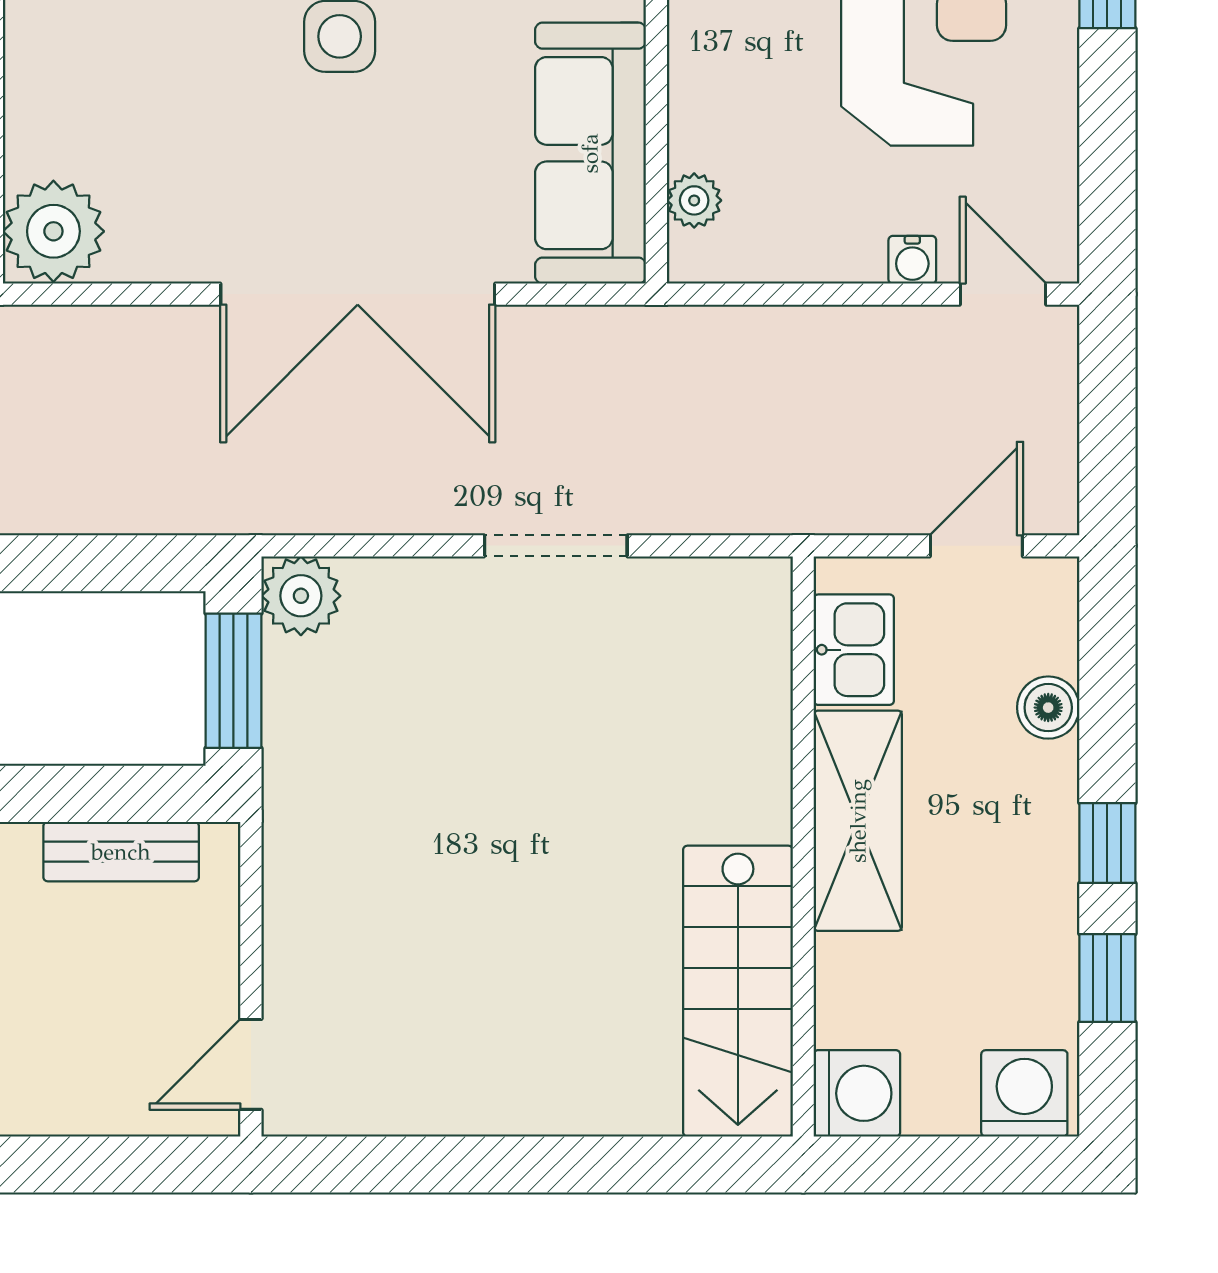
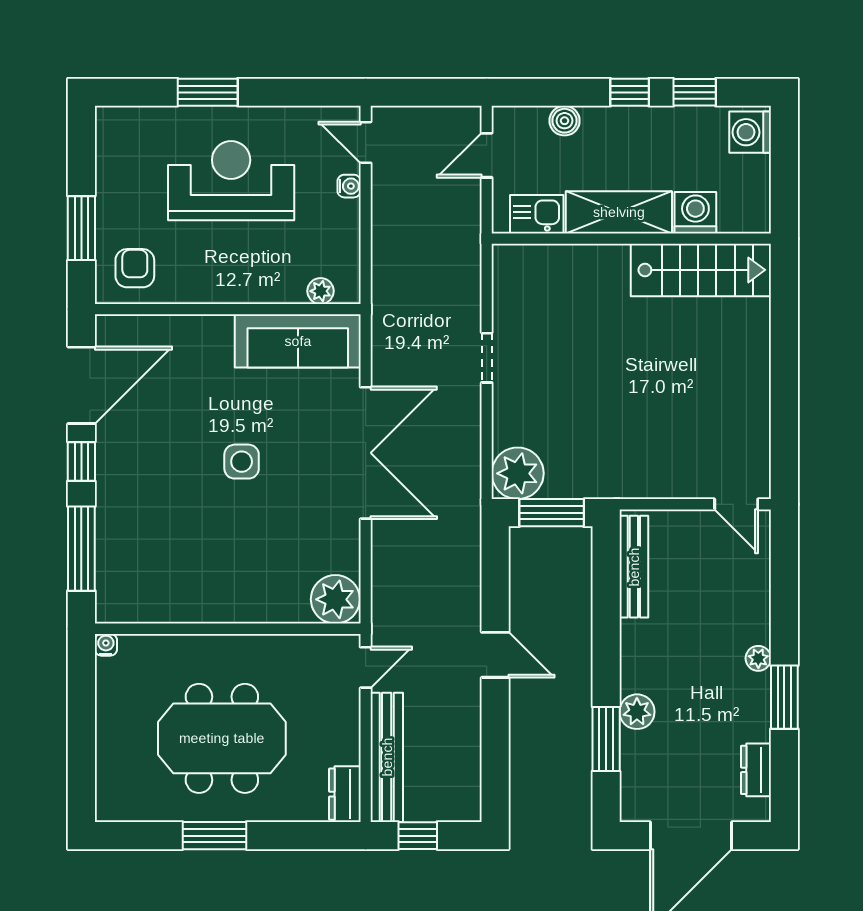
door: (1003, 294) -> (366, 142), hinge flipped
doorway: (556, 546) -> (487, 358), width x0.73
door: (976, 546) -> (487, 155), hinge flipped
plant: (301, 596) -> (518, 473), width x1.36, depth x1.36
bench: (121, 852) -> (634, 567), width x1.36
washing machine: (857, 1093) -> (695, 213), moved

